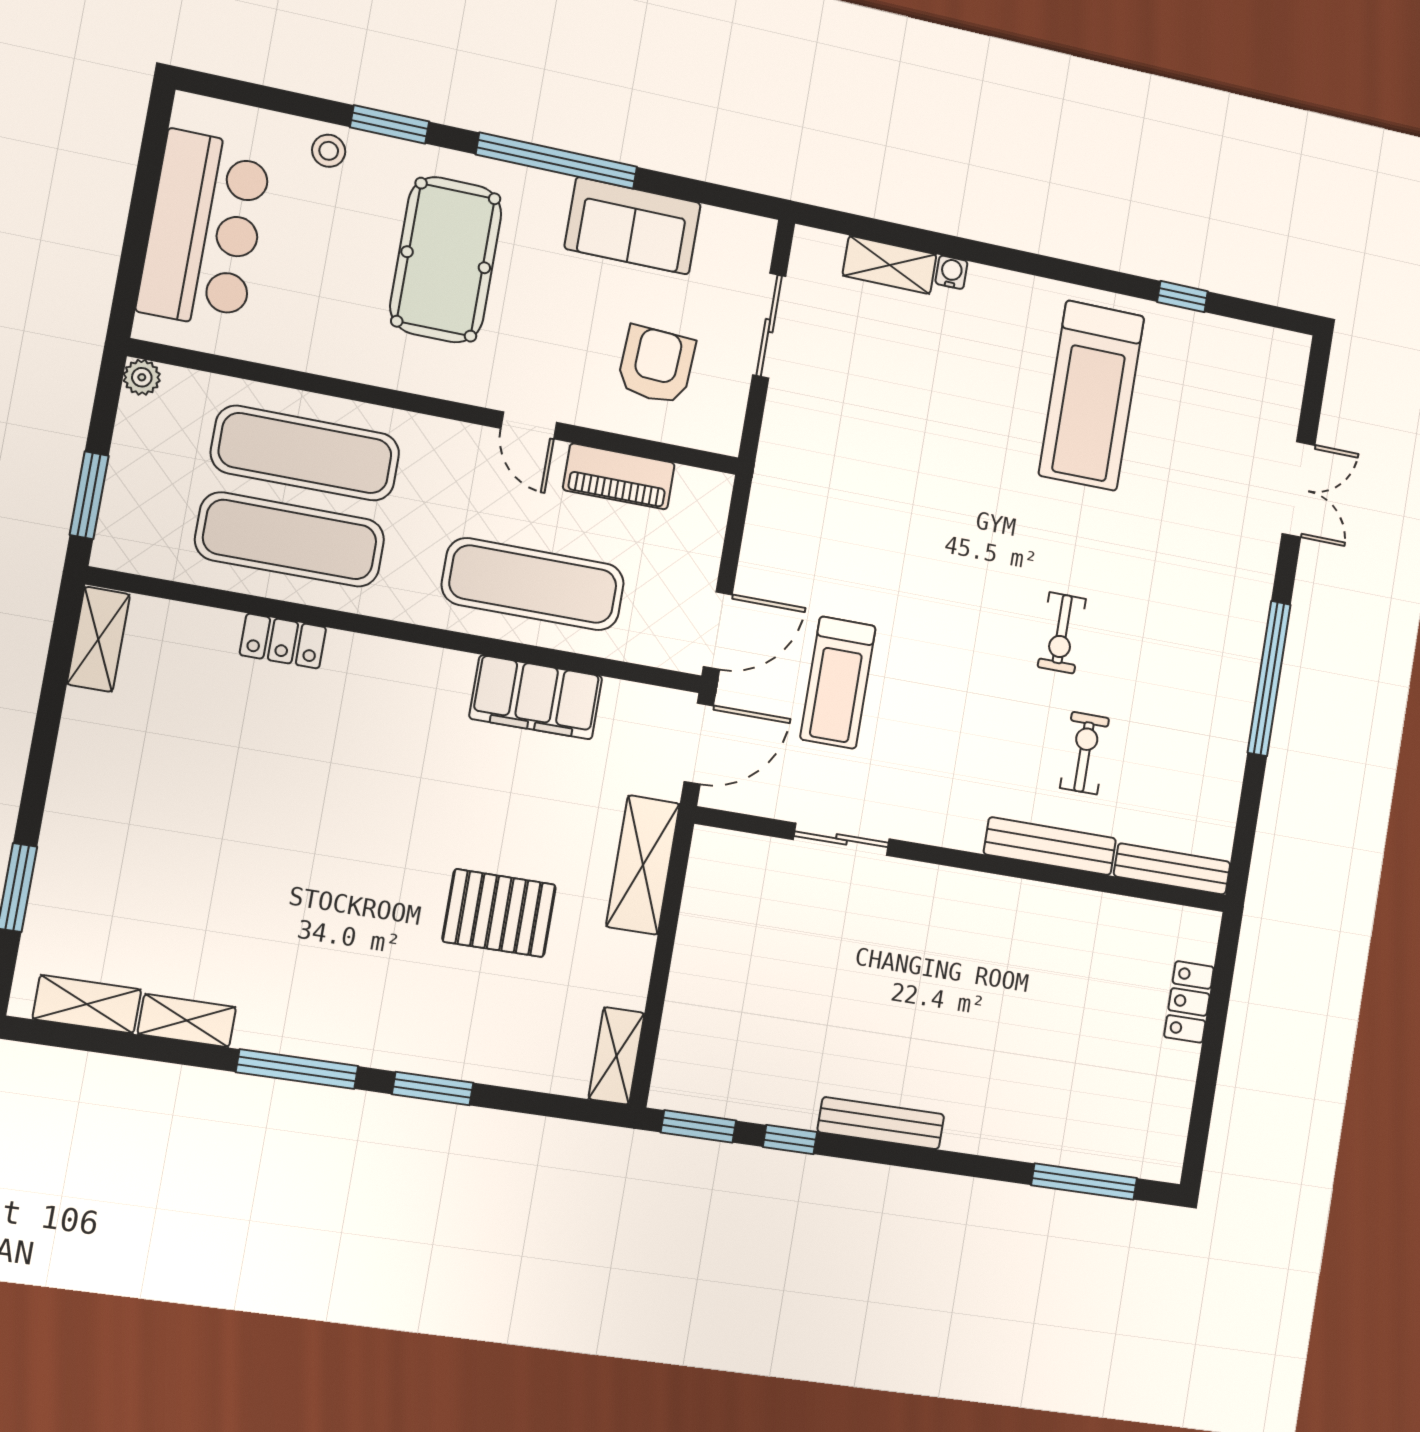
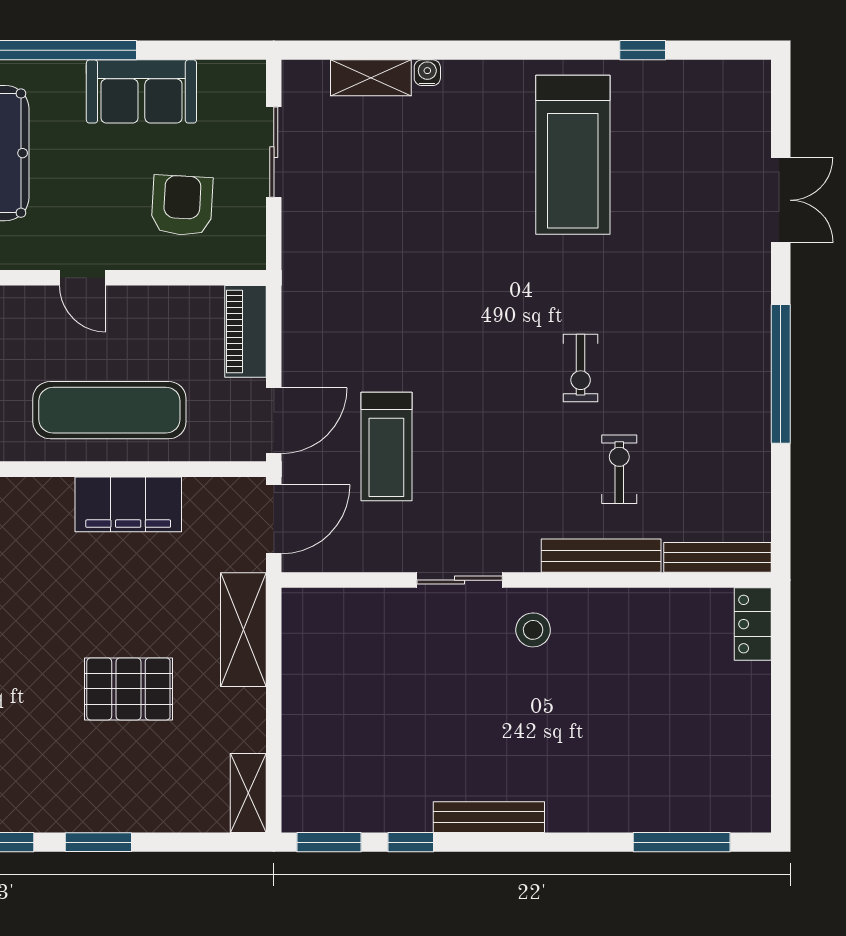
piano: (619, 476) -> (246, 331), moved, turned 90
sliding door: (841, 839) -> (460, 580), moved
stool: (964, 918) -> (533, 630), added
locker: (1189, 1002) -> (753, 624), moved

